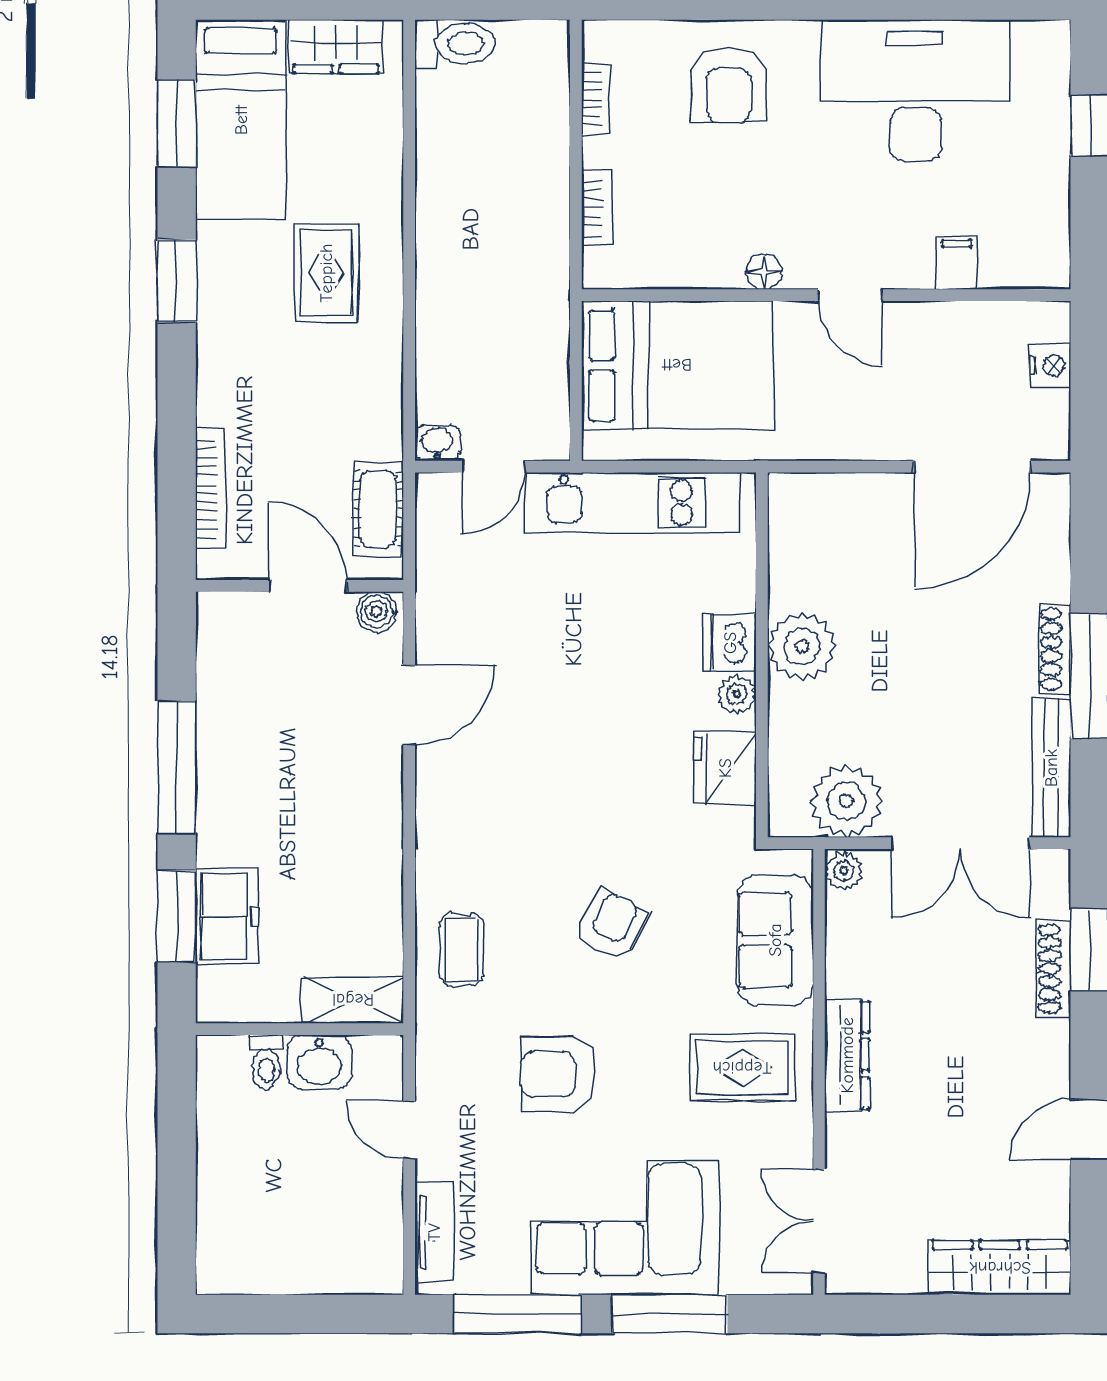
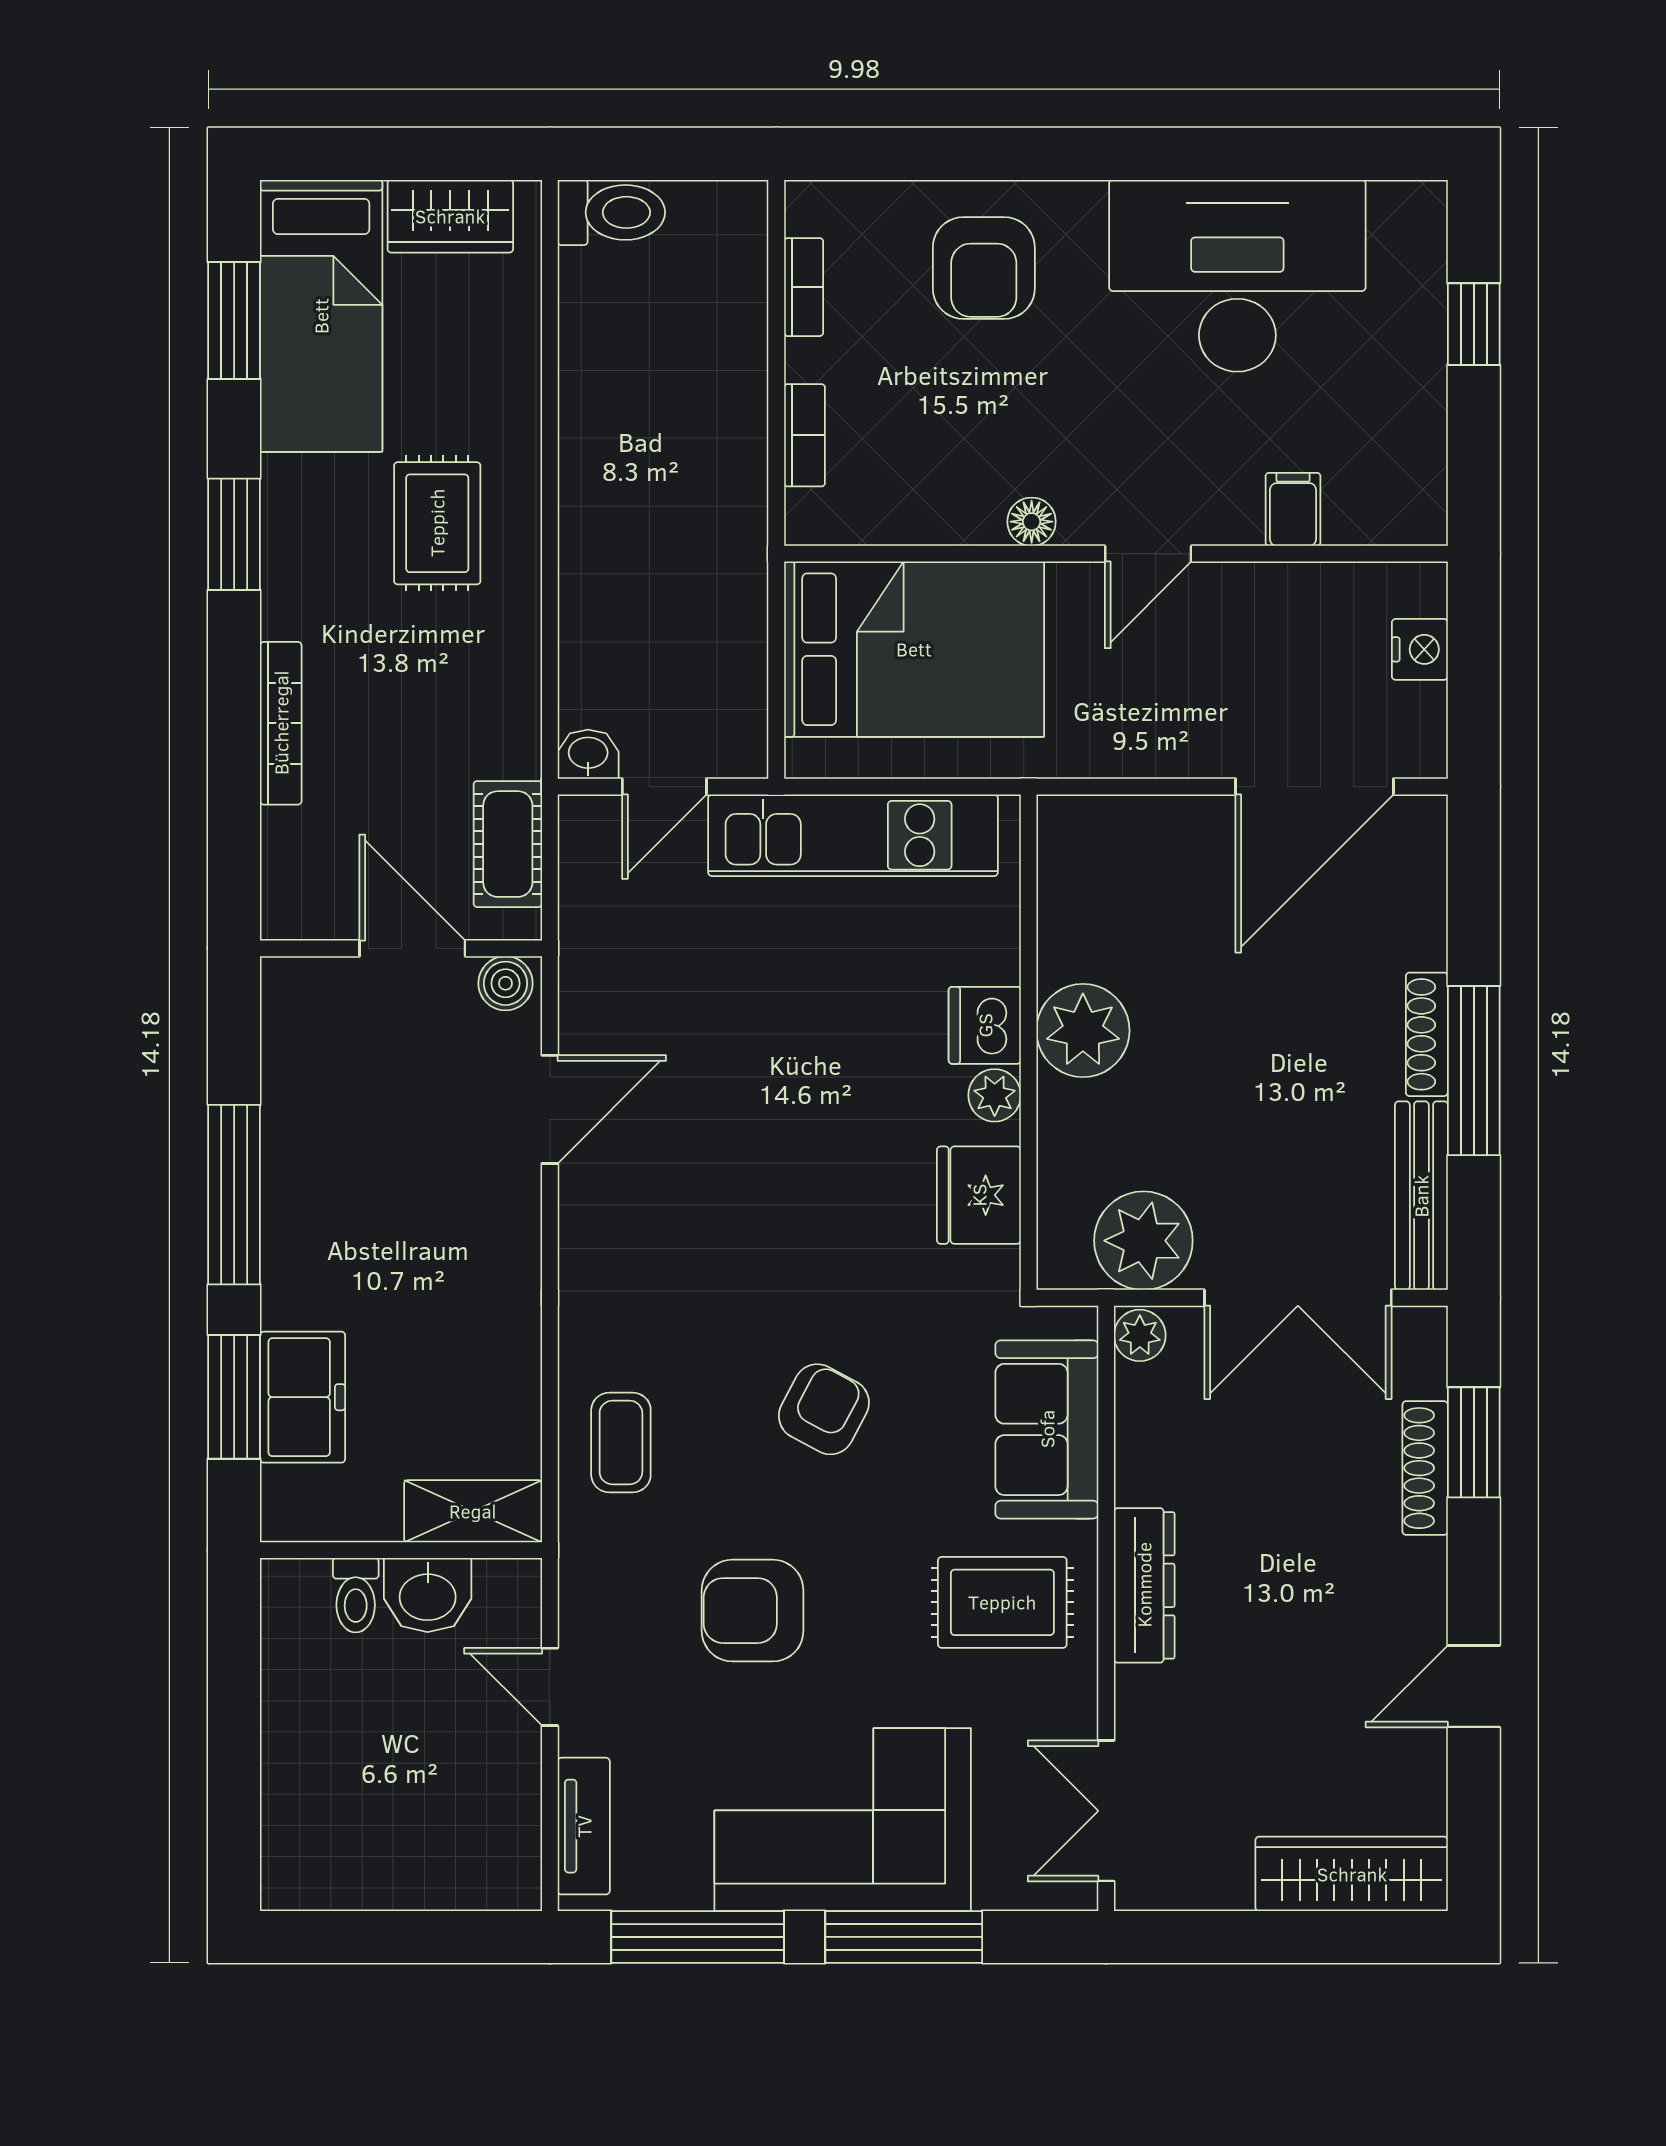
door: (850, 295) -> (1148, 554), hinge flipped
bookcase: (211, 489) -> (281, 723), moved

